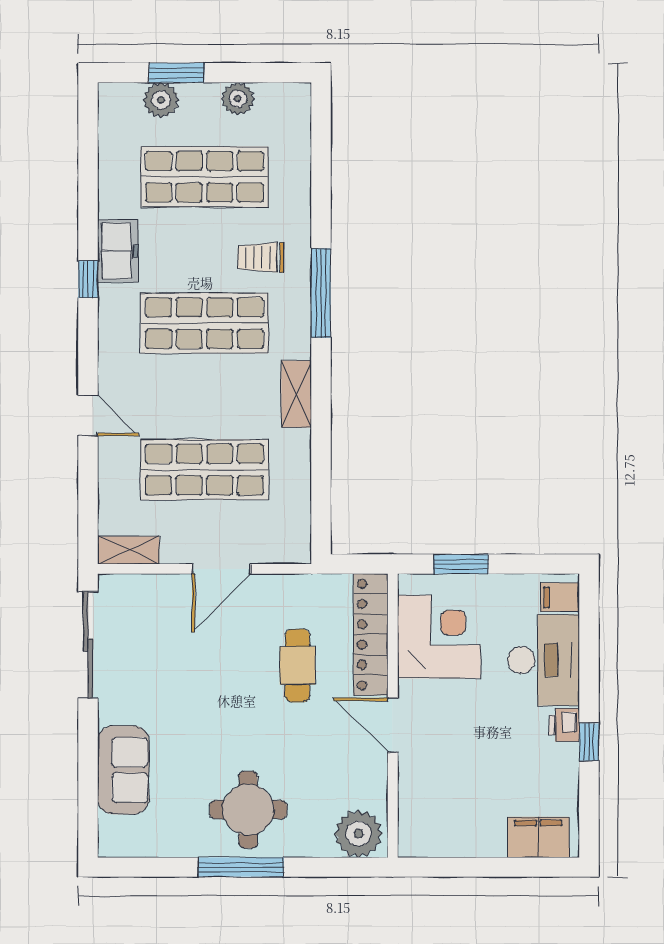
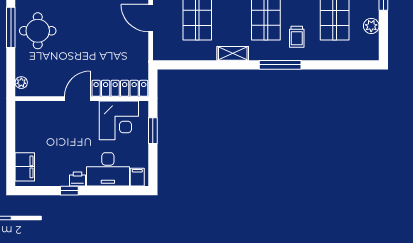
trolley: (261, 257) -> (297, 37), turned 180
cafe table: (297, 666) -> (105, 54), removed
plant: (358, 834) -> (21, 83), width x0.53, depth x0.53

